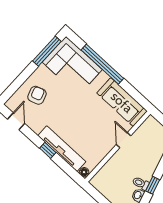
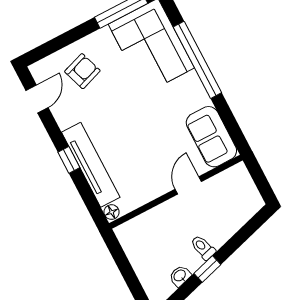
sofa: (122, 102) -> (211, 137), width x0.73
toilet: (141, 183) -> (203, 247), moved

